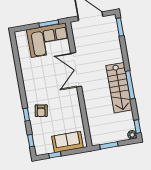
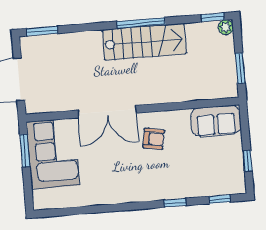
armchair: (41, 111) -> (154, 139), moved
sofa: (67, 142) -> (216, 121), moved, turned -90

